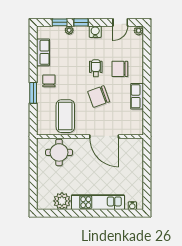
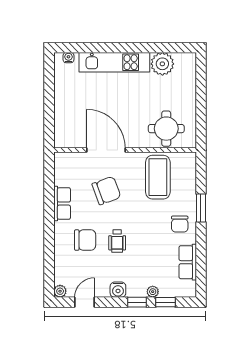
chair: (99, 97) -> (106, 191), moved

